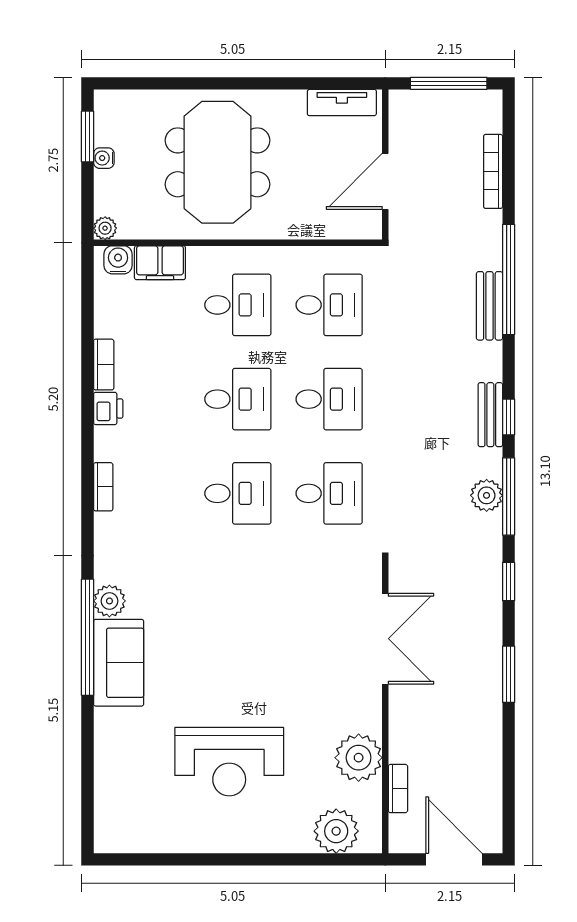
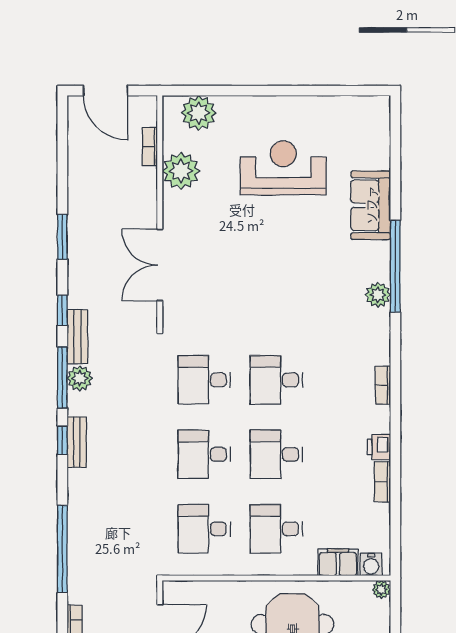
bench: (489, 306) -> (77, 337), moved
sofa: (119, 663) -> (371, 205), moved

